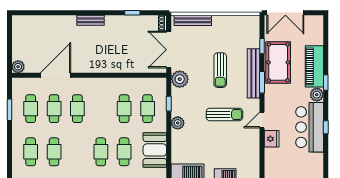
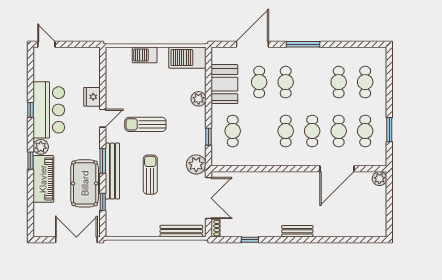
cafe table: (124, 109) -> (286, 131), moved
plant: (178, 123) -> (199, 99), moved

